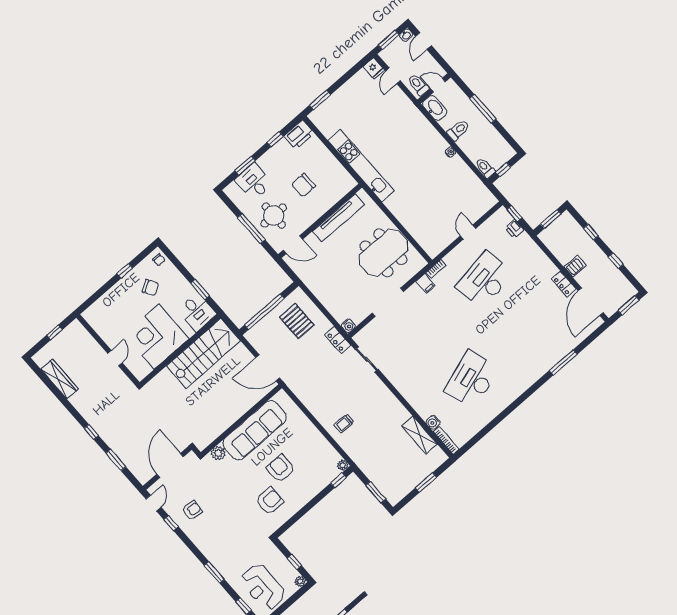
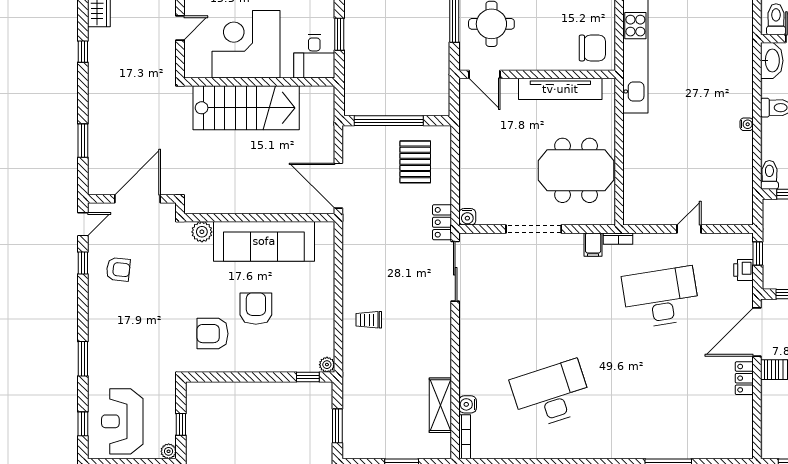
chair: (303, 185) -> (592, 48), moved, turned 180
door: (591, 302) -> (757, 332), moved
stairs: (203, 353) -> (246, 108), moved
sliding door: (367, 359) -> (455, 271), width x1.37
window: (91, 432) -> (83, 52), moved
armchair: (270, 501) -> (212, 334), turned 180

